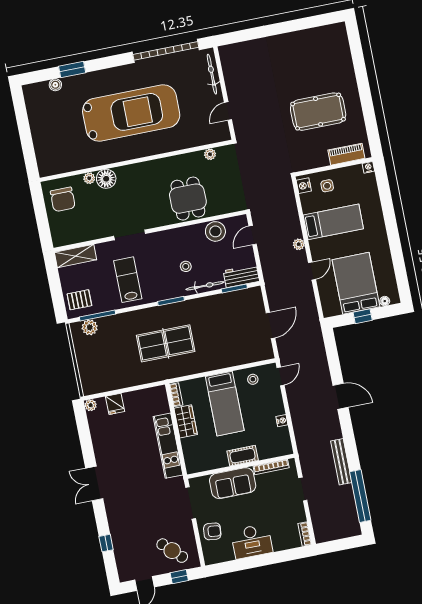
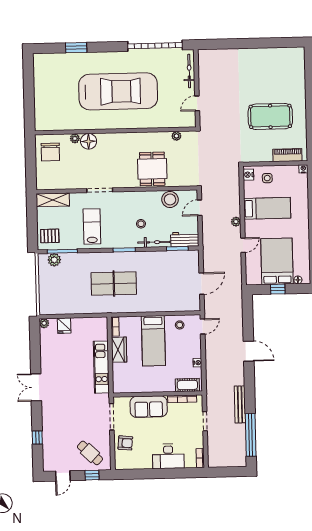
boiler: (55, 85) -> (60, 58), removed
cot: (243, 456) -> (187, 385), moved
desk: (252, 541) -> (168, 456), moved

